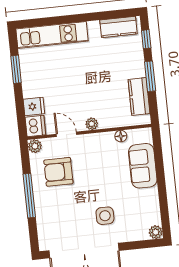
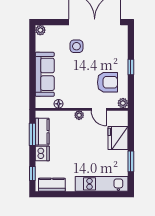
window: (150, 76) -> (32, 134), moved
fridge: (34, 106) -> (118, 138), width x1.88, depth x1.34
dishwasher: (35, 126) -> (42, 153), moved, turned 180
sofa: (143, 166) -> (45, 74), width x1.36
window: (29, 196) -> (131, 67), width x0.46

